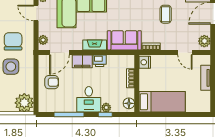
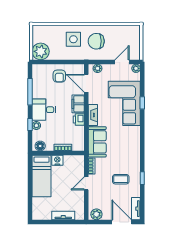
chair: (13, 41) -> (96, 41), turned 180
door: (185, 52) -> (86, 183), moved
nightstand: (145, 62) -> (57, 160), moved

